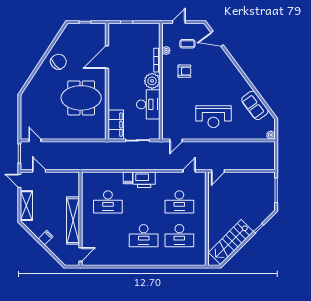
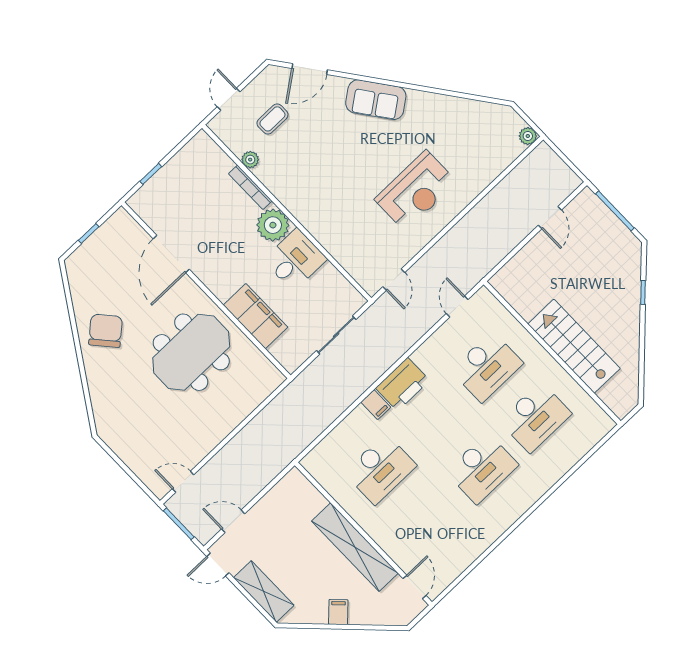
armchair: (184, 71) -> (307, 164), removed
desk: (148, 104) -> (295, 260), width x0.73
sofa: (255, 105) -> (376, 100), moved
filing cabinet: (116, 125) -> (256, 316), moved
door: (218, 171) -> (550, 218), moved
stairs: (231, 242) -> (574, 346), moved, turned 135

